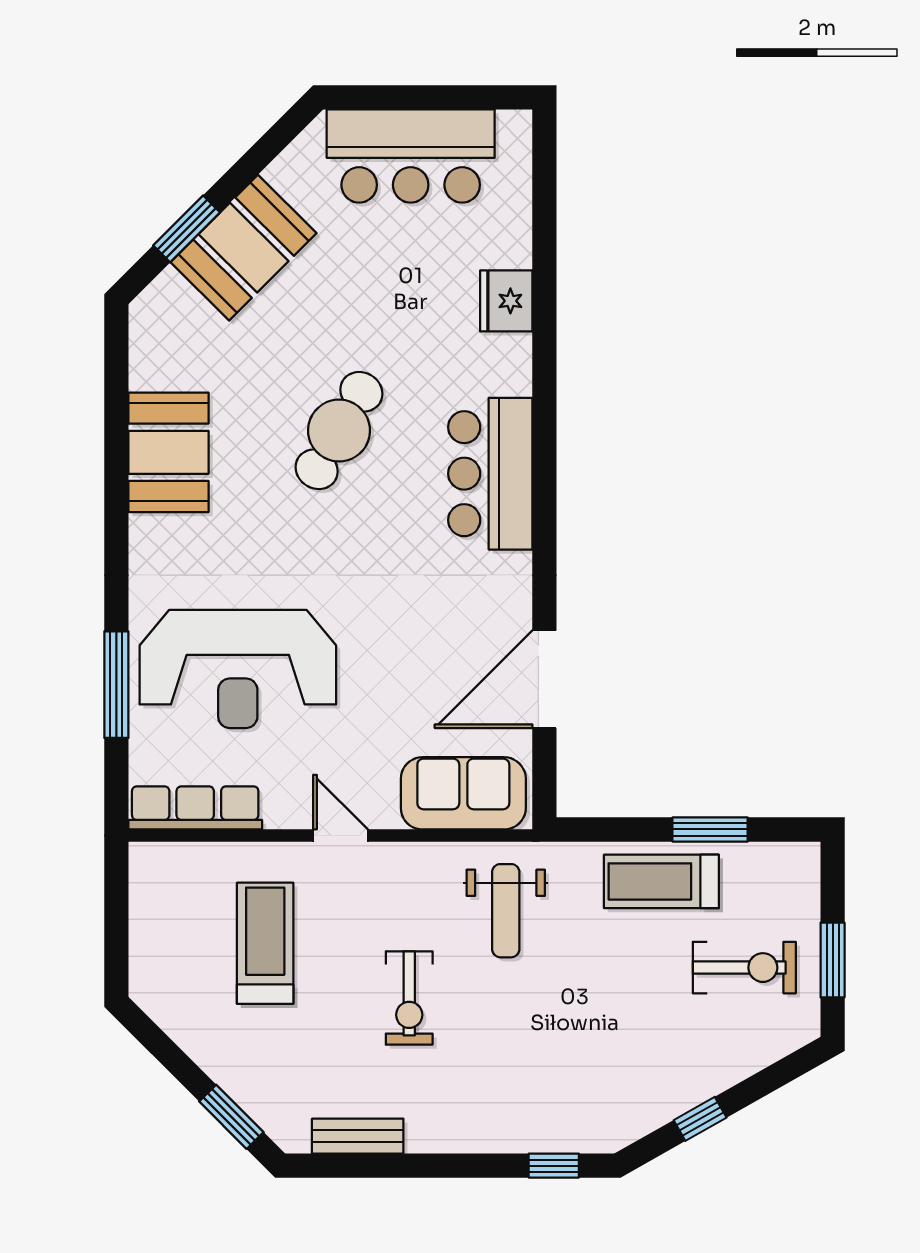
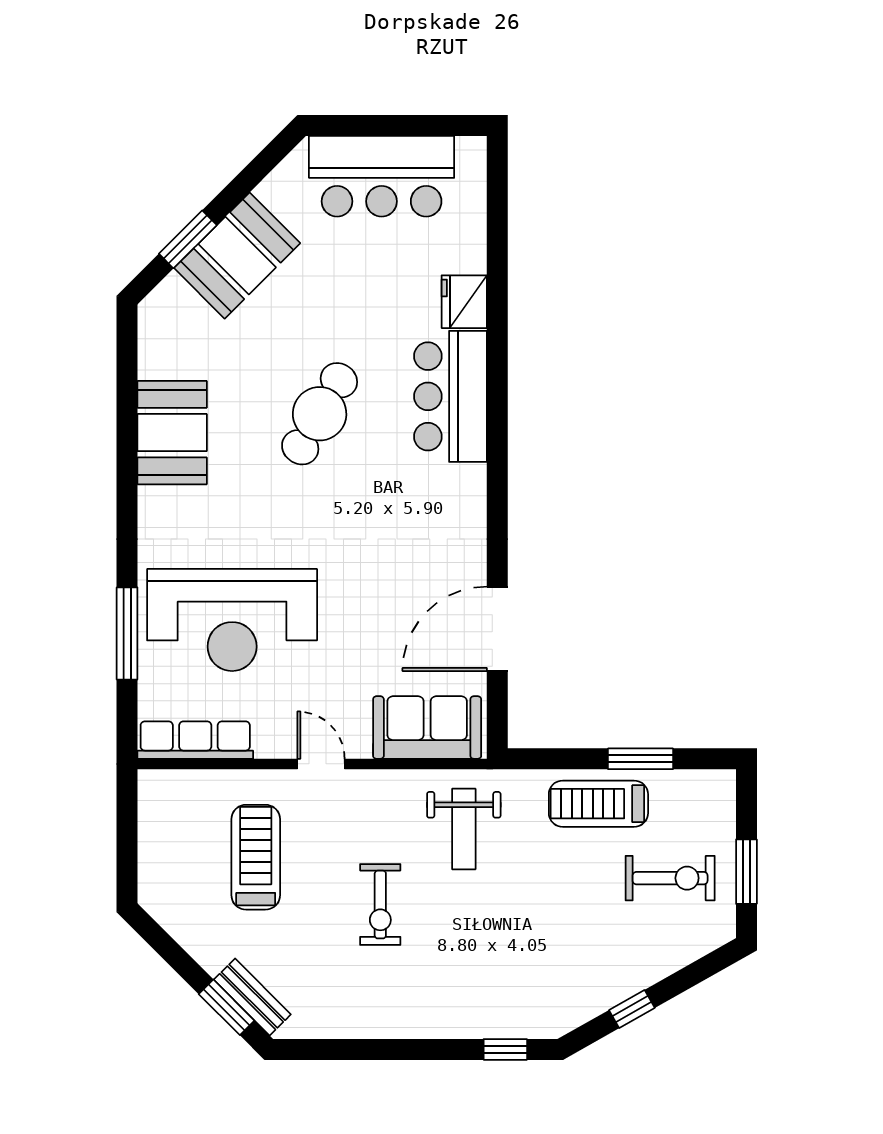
bar counter: (490, 474) -> (450, 396), moved
bench: (358, 1136) -> (252, 997), moved, turned 45

